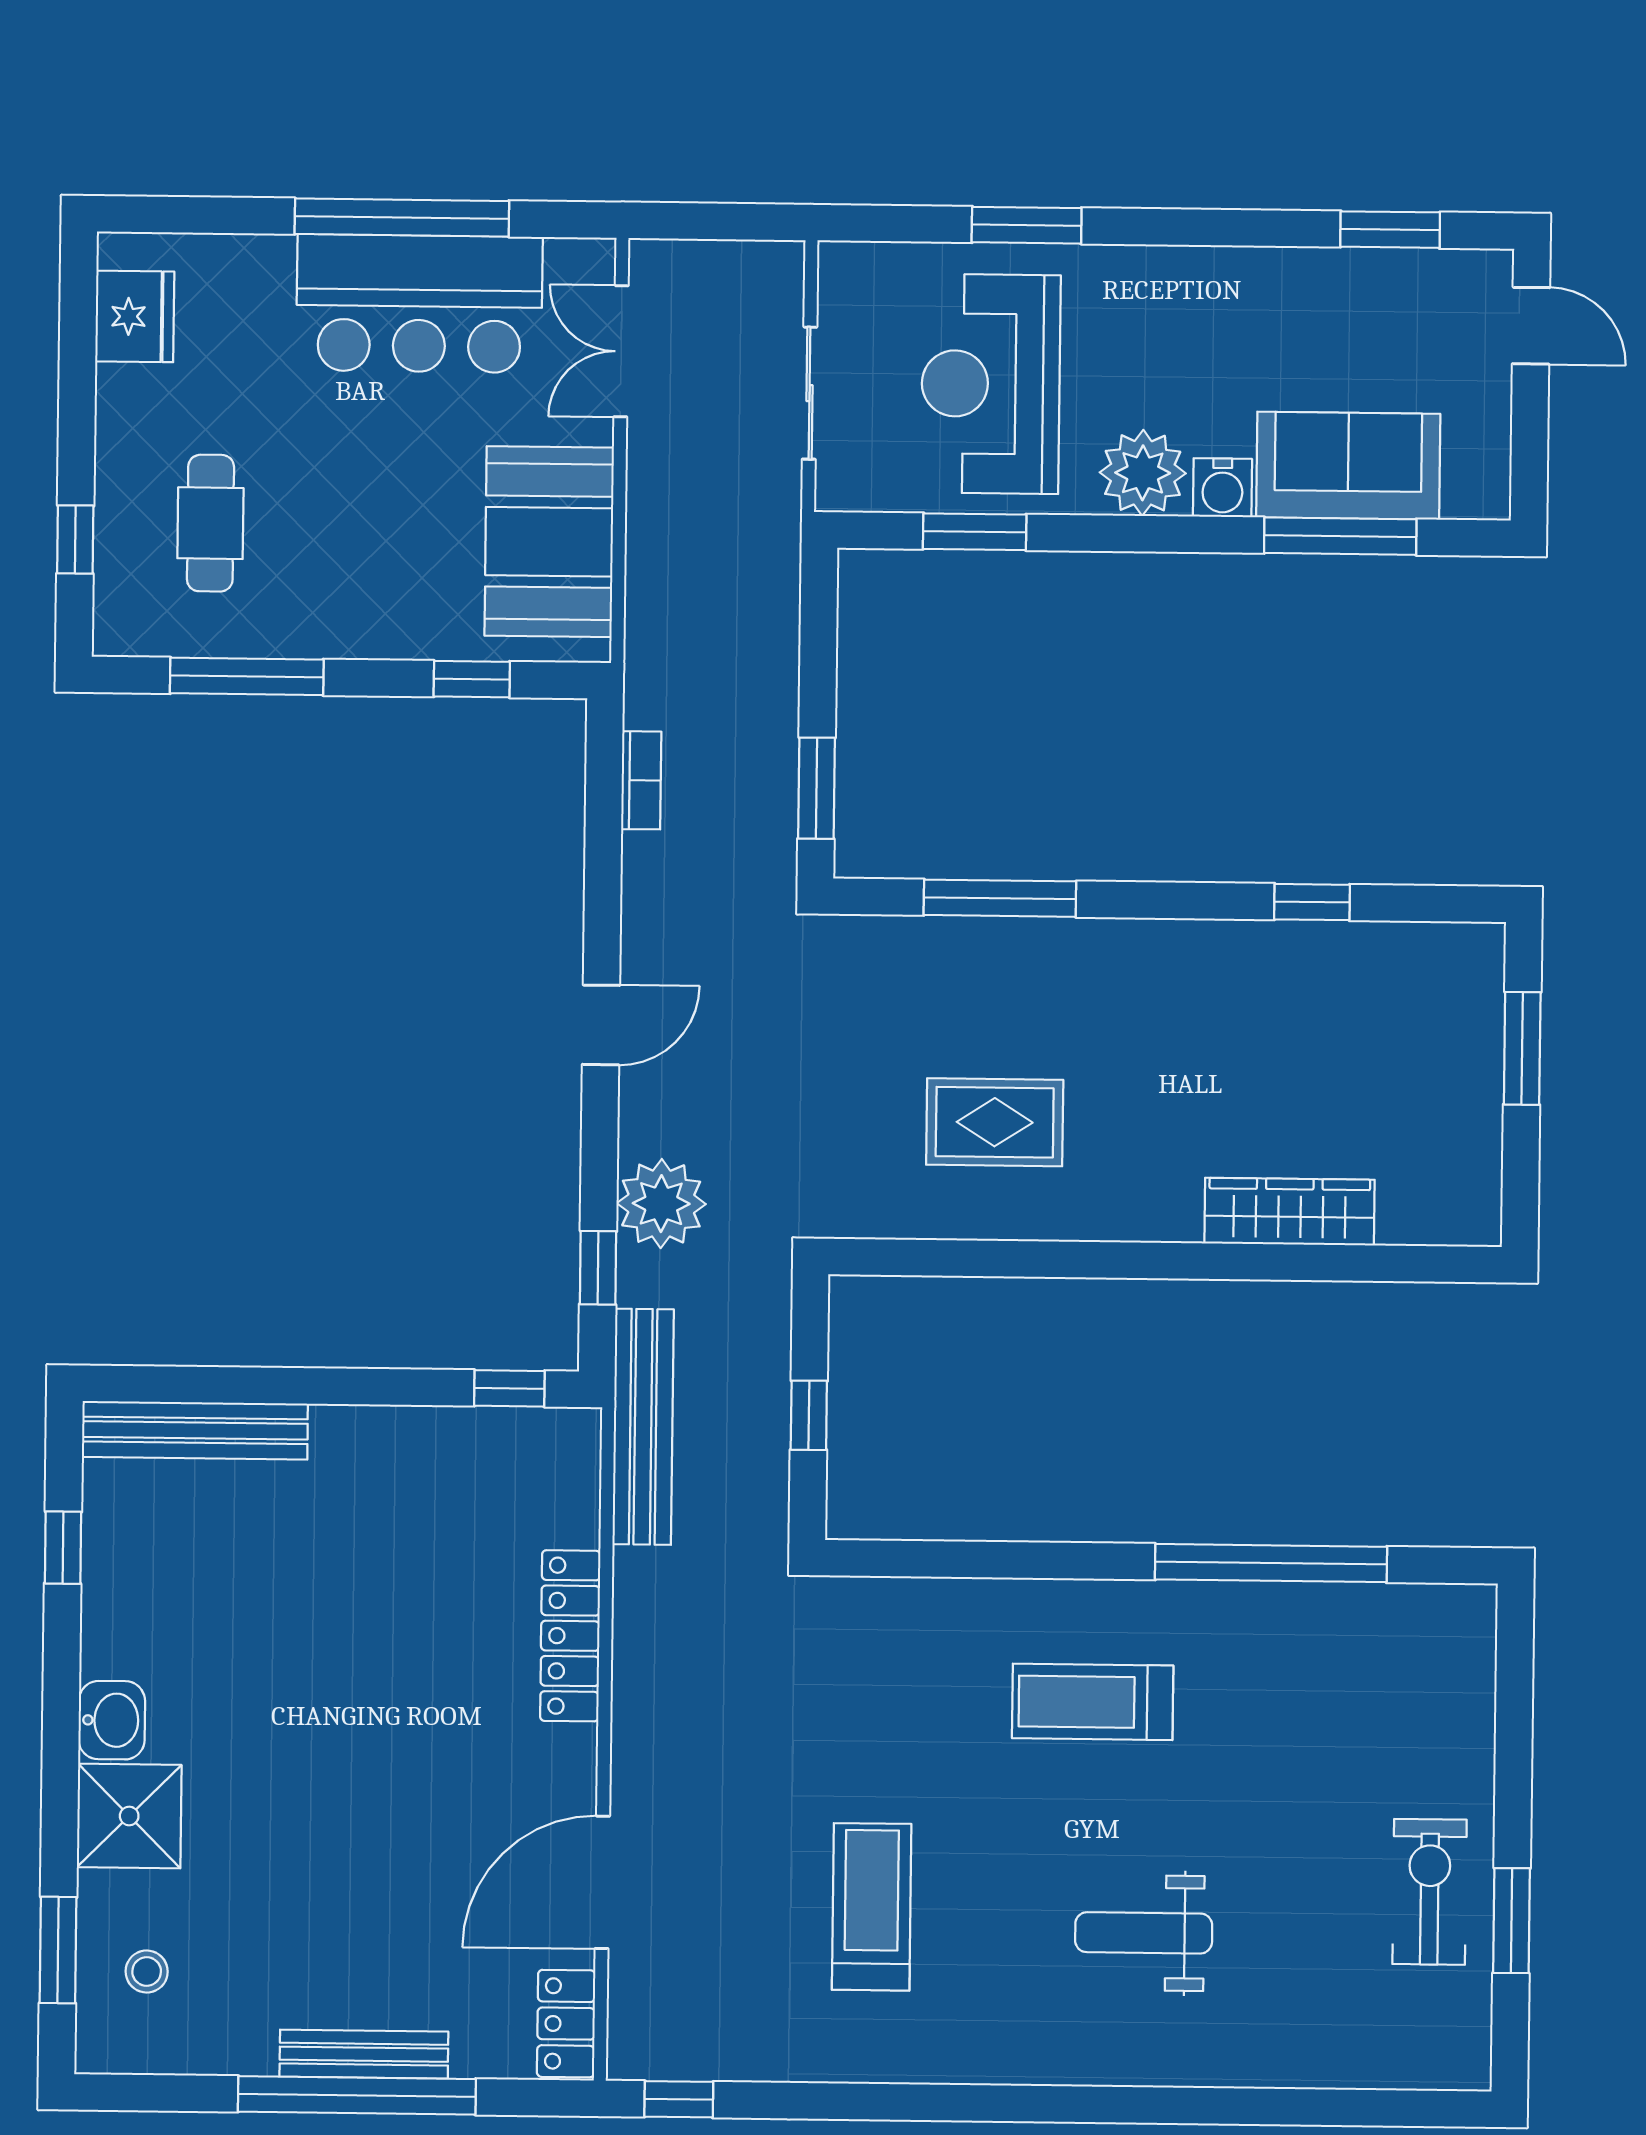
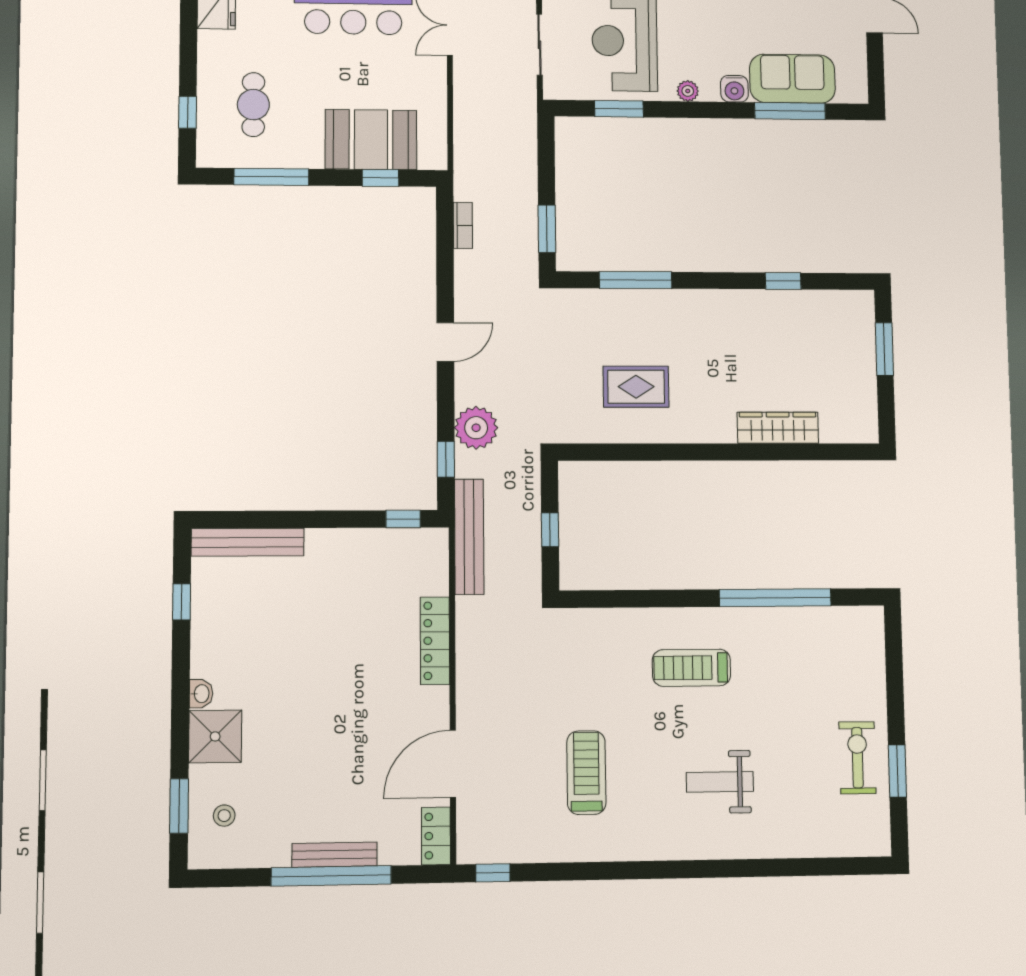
plant: (1143, 473) -> (688, 91), width x0.53, depth x0.53
booth: (549, 542) -> (371, 140), moved, turned 90
washbasin: (112, 1720) -> (201, 694), width x0.72, depth x0.69

